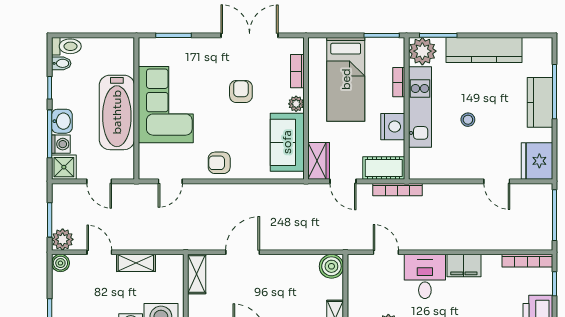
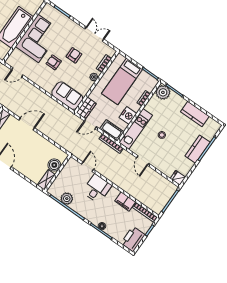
double door: (250, 35) -> (94, 34), width x0.73
kitchen counter: (484, 50) -> (195, 114), width x0.67
kitchen unit: (420, 107) -> (136, 129), moved
sofa: (287, 142) -> (67, 96), moved, turned 90
fridge: (537, 161) -> (178, 178), width x0.53, depth x0.75
armchair: (219, 163) -> (54, 62), moved
door: (343, 181) -> (90, 124), hinge flipped
door: (497, 181) -> (143, 161), moved
boiler: (331, 266) -> (54, 165), moved
filing cabinet: (464, 266) -> (125, 201), moved

